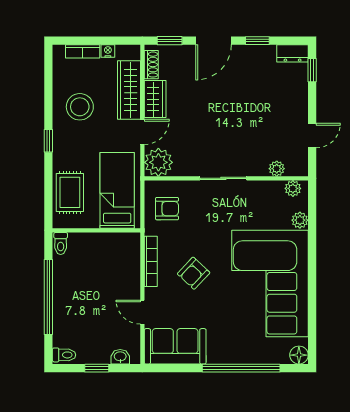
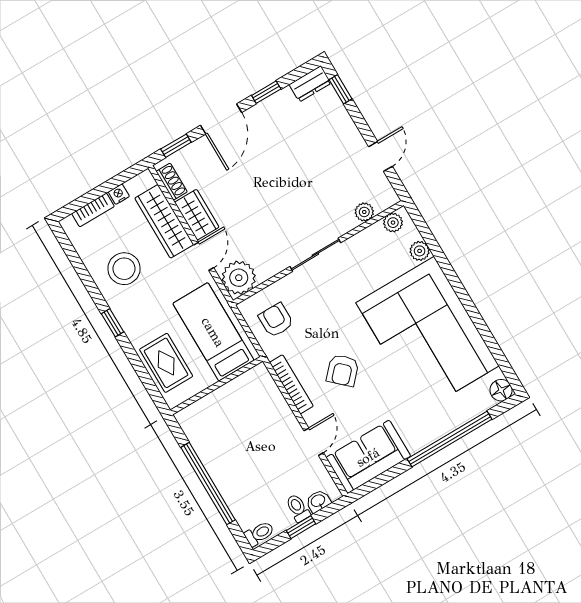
armchair: (167, 209) -> (276, 320), turned -90
toilet: (61, 243) -> (298, 508), moved, turned 180
door: (142, 312) -> (314, 442), swing flipped

